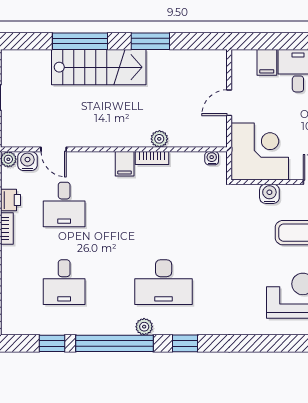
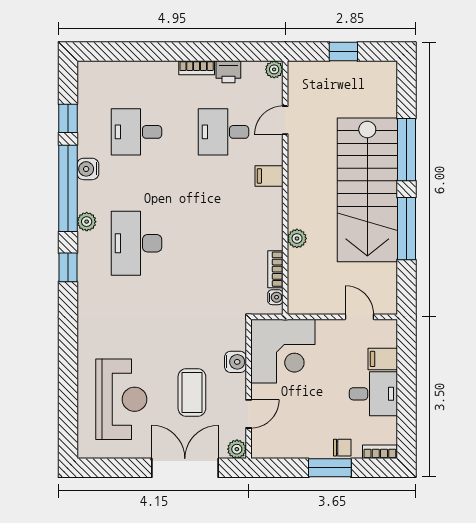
window: (150, 41) -> (406, 229), width x1.44
stairs: (99, 67) -> (367, 190), width x1.36, depth x1.51
door: (229, 103) -> (359, 317), moved
bookcase: (152, 158) -> (275, 269), moved
water cooler: (27, 161) -> (88, 169), moved, turned 180
filing cabinet: (125, 164) -> (269, 176), moved

